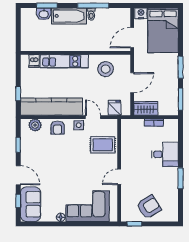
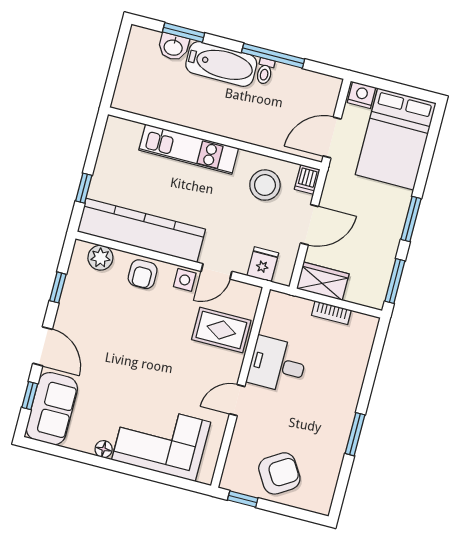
dishwasher: (34, 61) -> (307, 179), moved
door: (93, 117) -> (217, 271), swing flipped
desk: (165, 154) -> (277, 365), moved, turned 180

